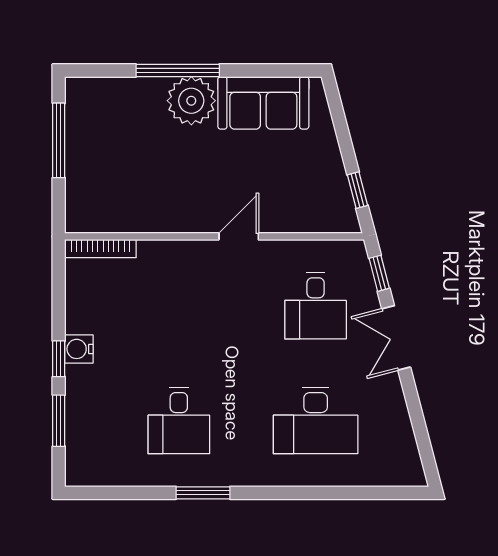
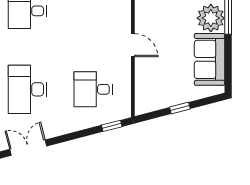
window: (358, 190) -> (180, 108), moved
double door: (396, 338) -> (28, 148), moved

